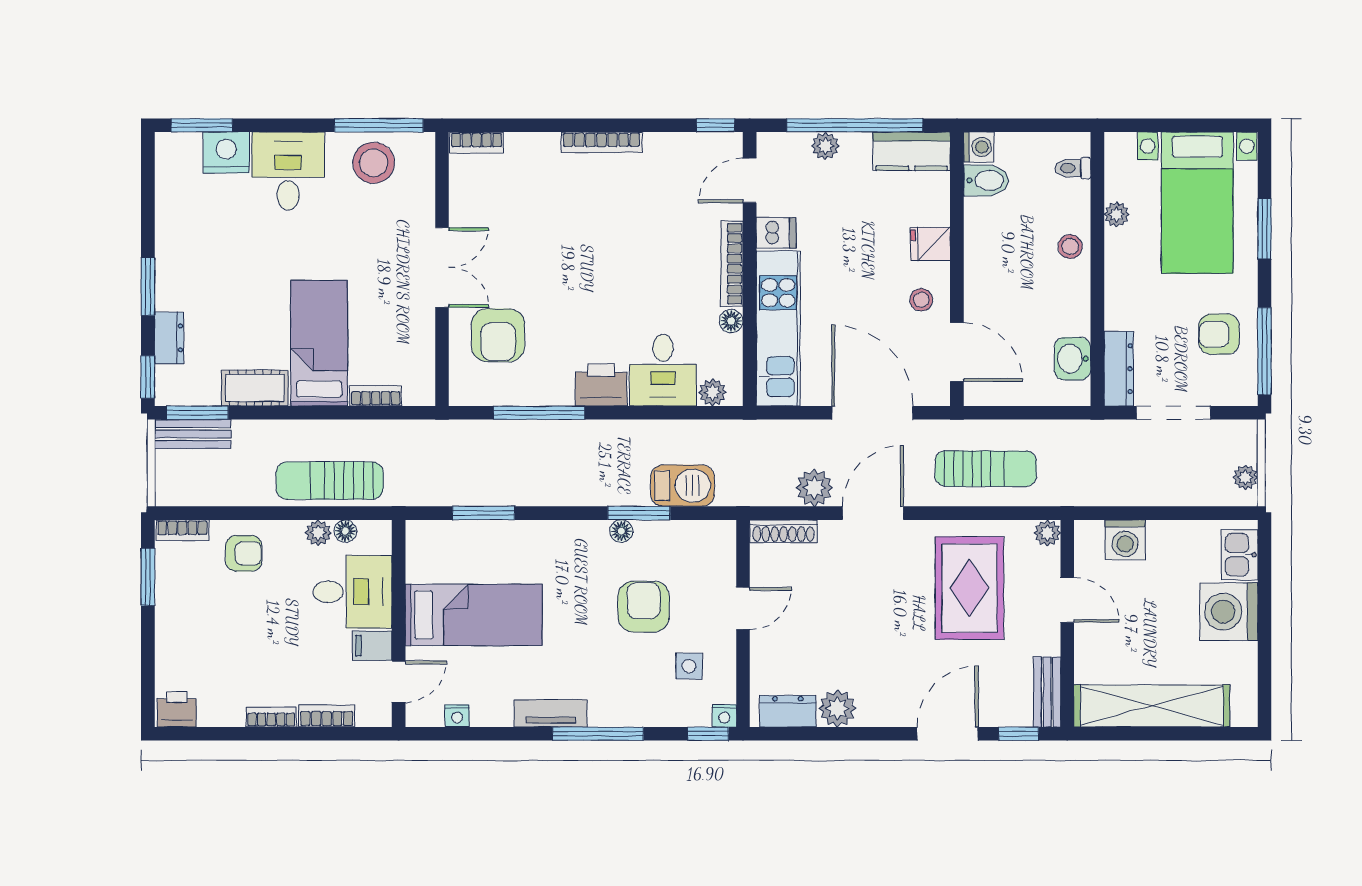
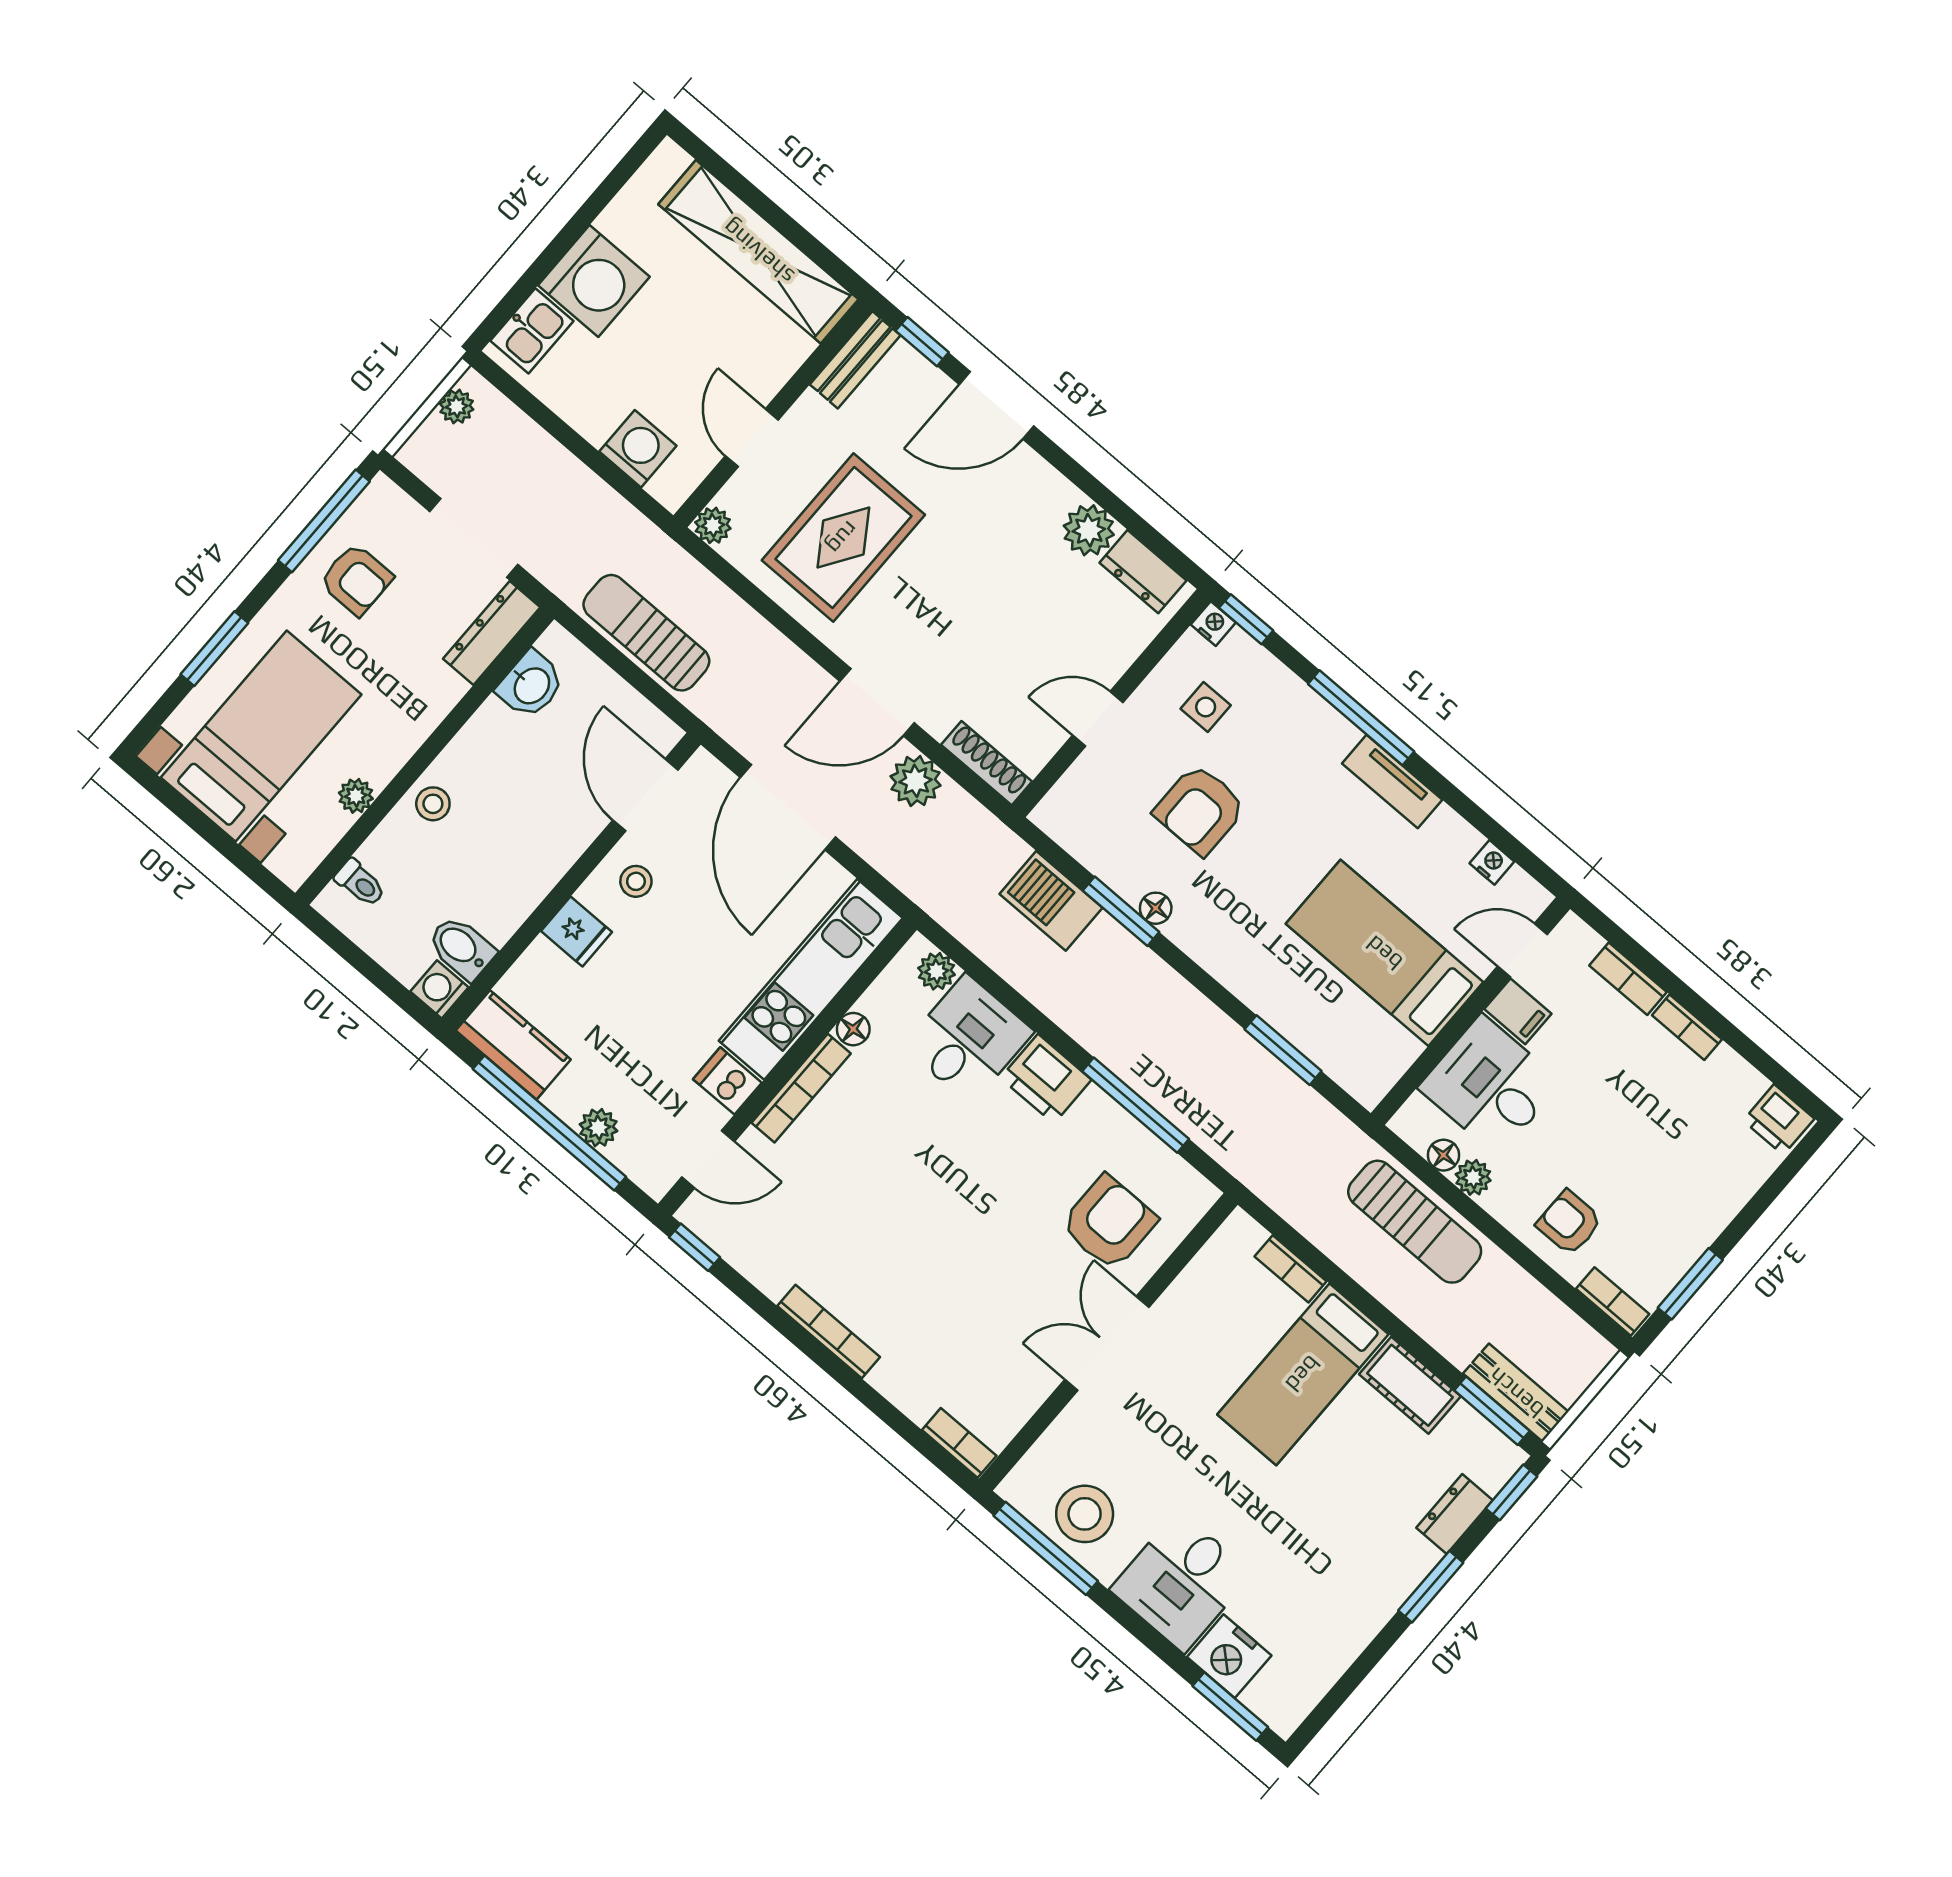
sun lounger: (986, 469) -> (646, 633), moved

